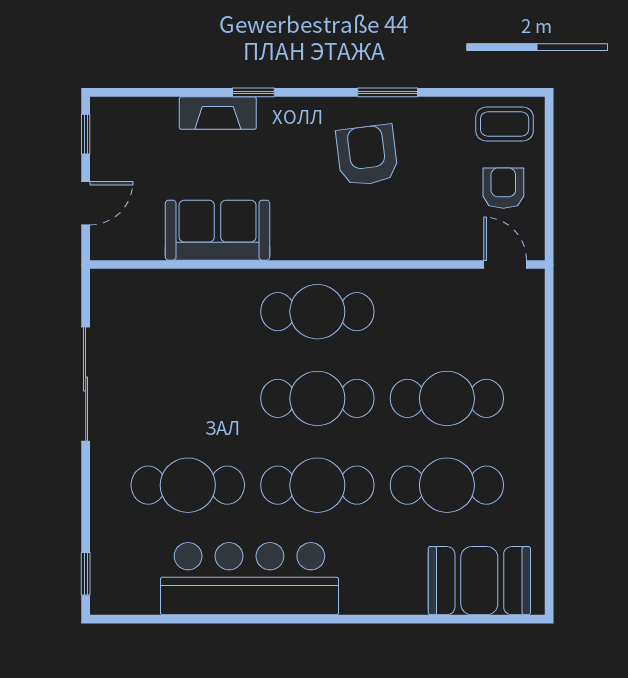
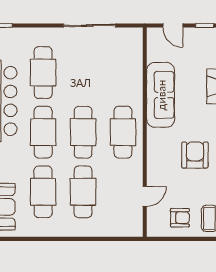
armchair: (367, 155) -> (195, 155), turned -83
sofa: (218, 230) -> (161, 95), width x1.36
door: (505, 264) -> (145, 196), moved

